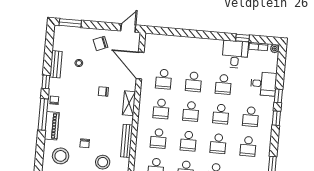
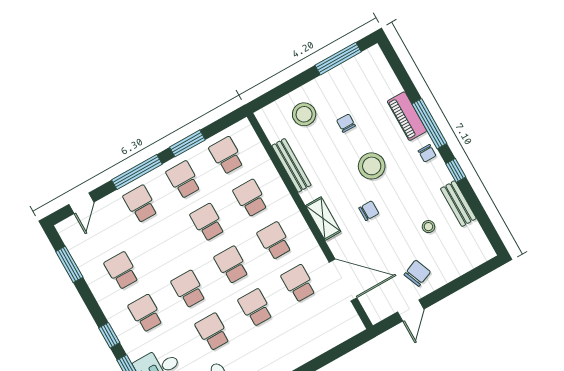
window: (70, 23) -> (477, 273), removed
door: (128, 28) -> (411, 311), moved
school desk: (218, 144) -> (165, 247), removed
stool: (61, 156) -> (372, 166), moved

